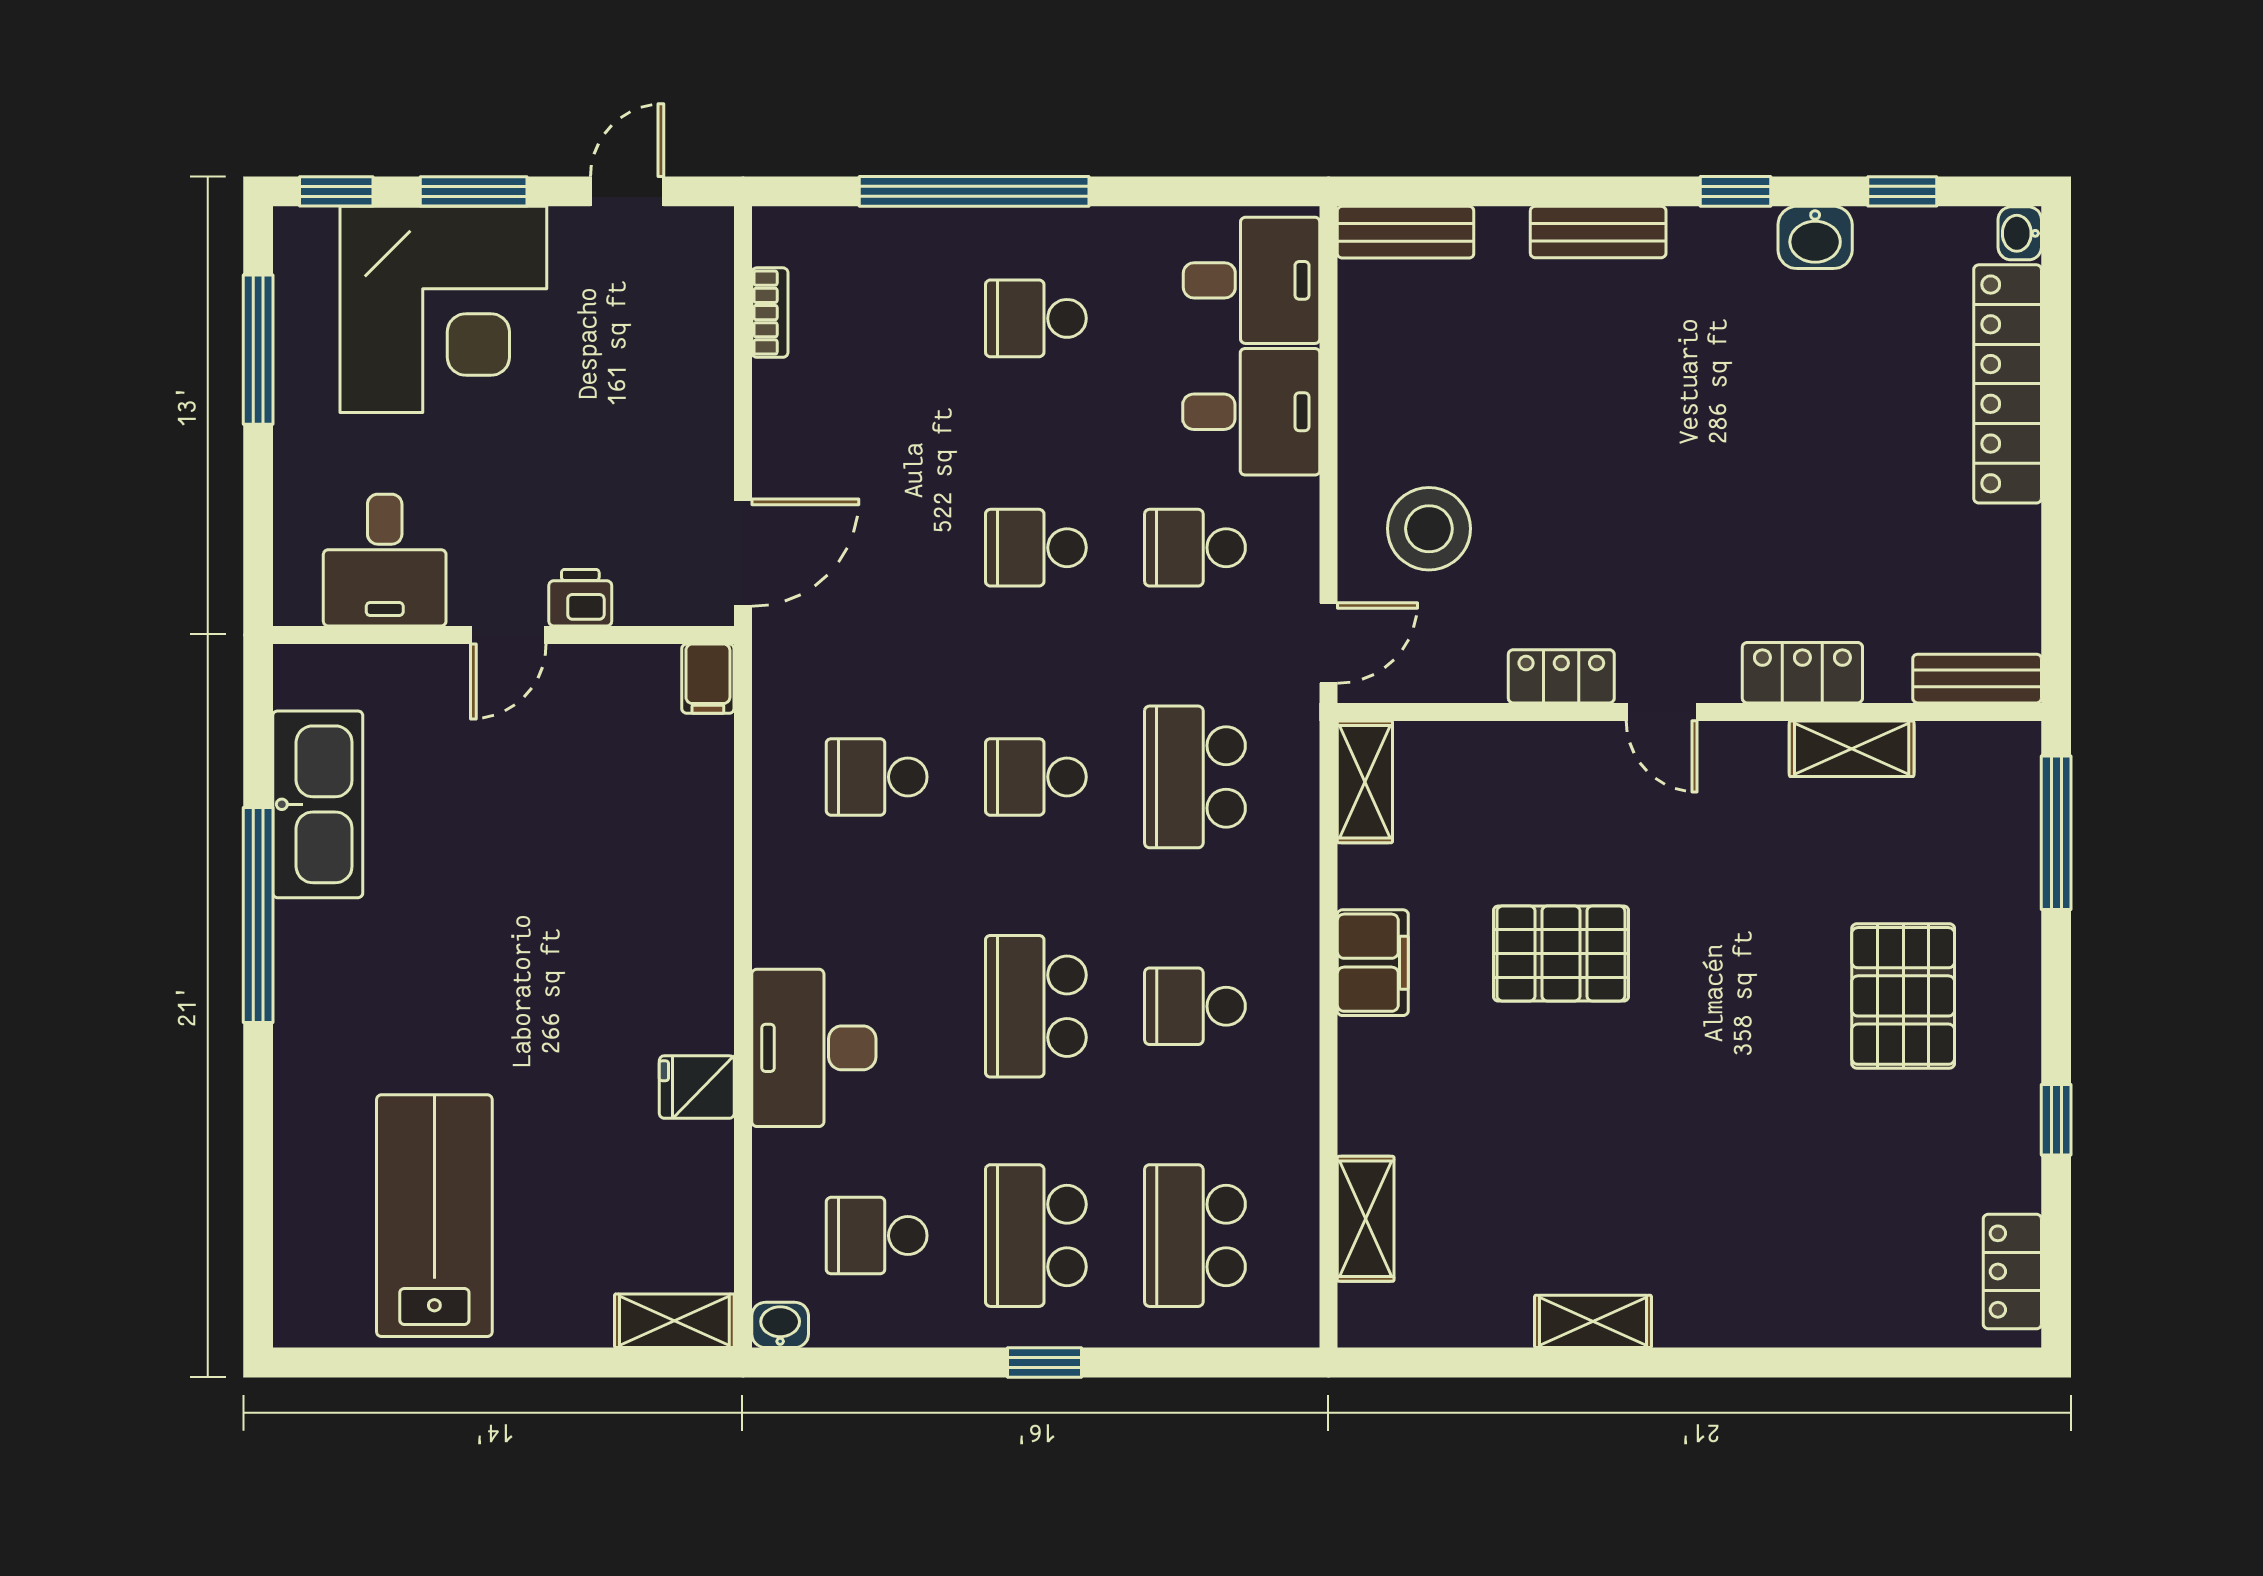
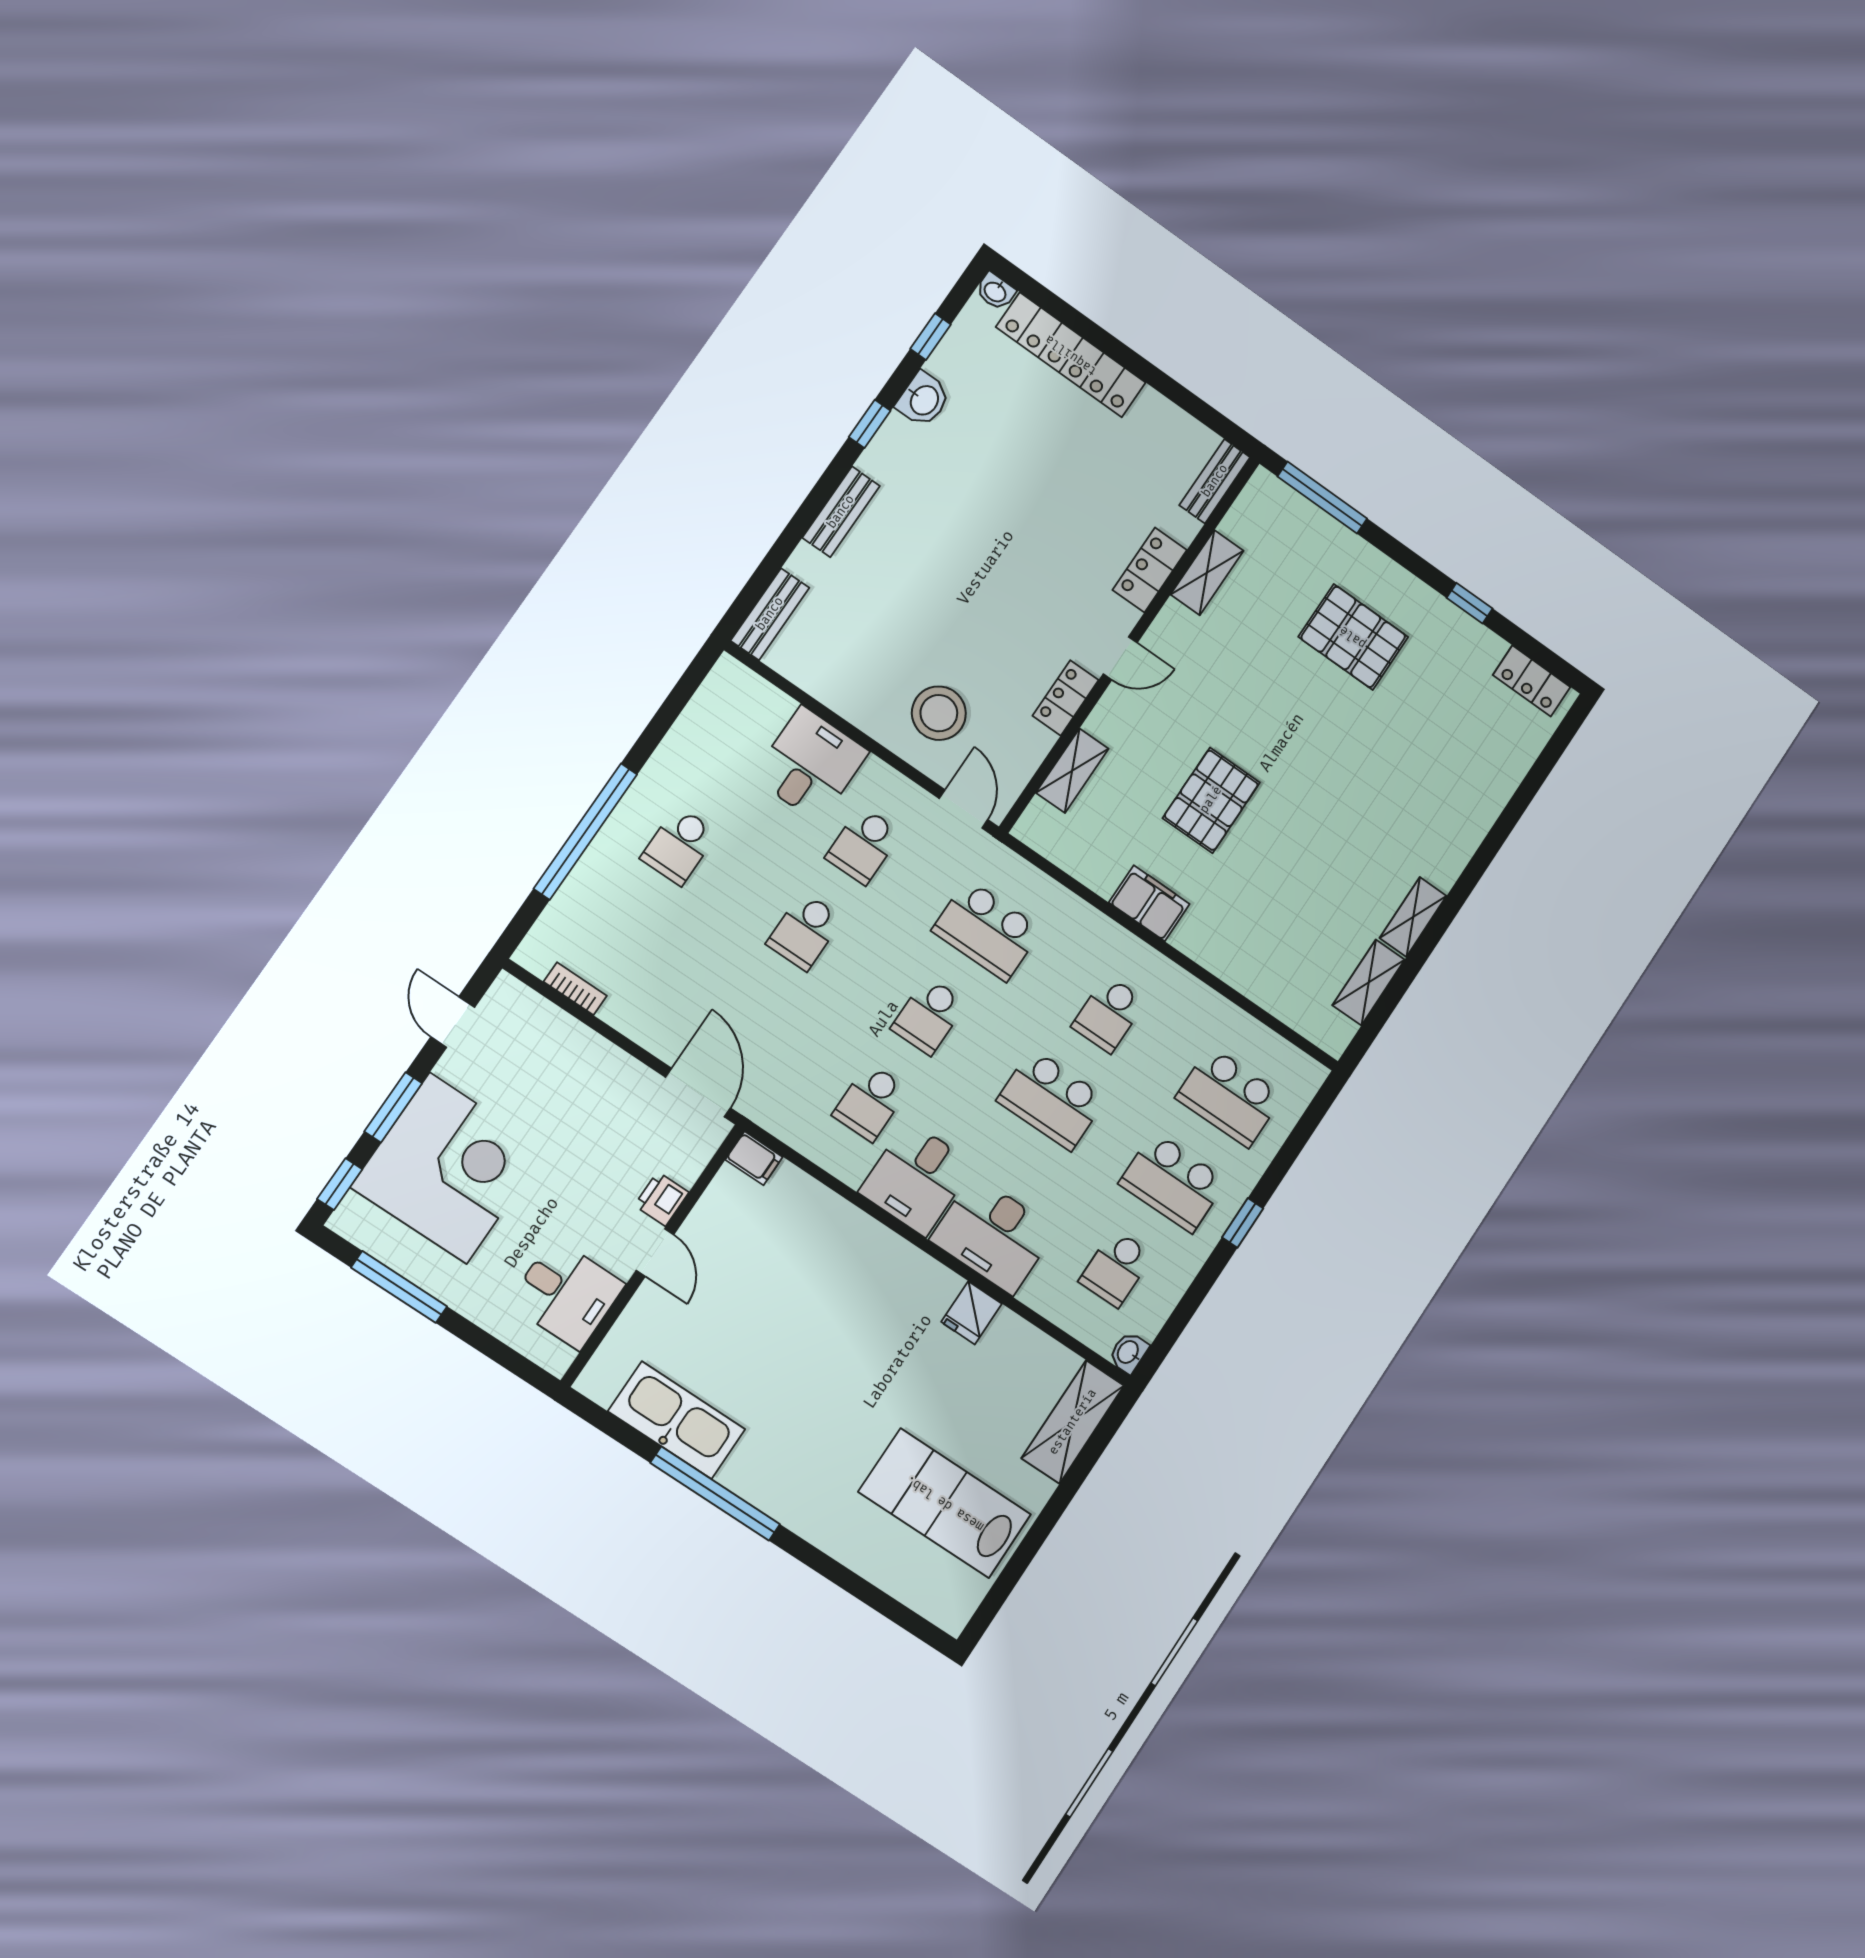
desk: (1252, 280) -> (917, 1178), moved, turned 180
shelving: (1365, 782) -> (1072, 771), moved, turned 90
shelving: (1366, 1219) -> (1369, 982), moved, turned 90
shelving: (674, 1321) -> (1073, 1422), width x1.50, depth x1.33

